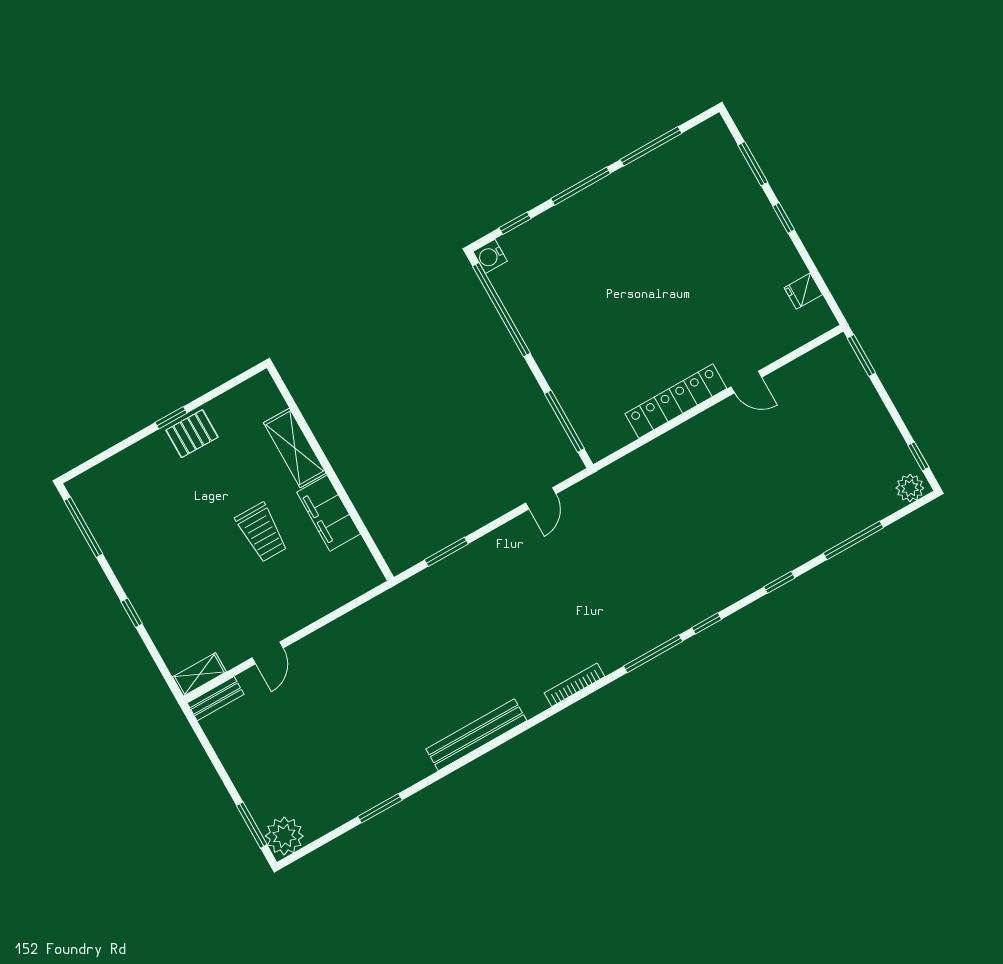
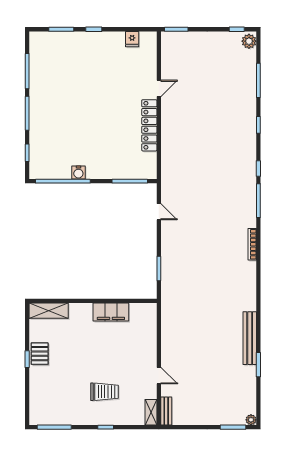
water cooler: (490, 256) -> (78, 173), moved
shelving: (295, 448) -> (49, 311), moved
trolley: (262, 532) -> (105, 392), moved
bench: (476, 735) -> (250, 338), moved
plant: (284, 836) -> (251, 420), width x0.53, depth x0.53

